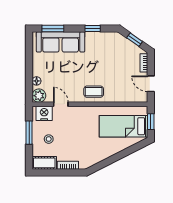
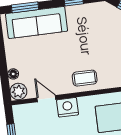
nightstand: (44, 113) -> (68, 107), moved

